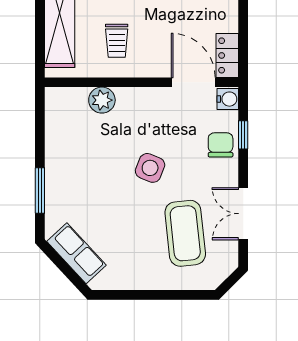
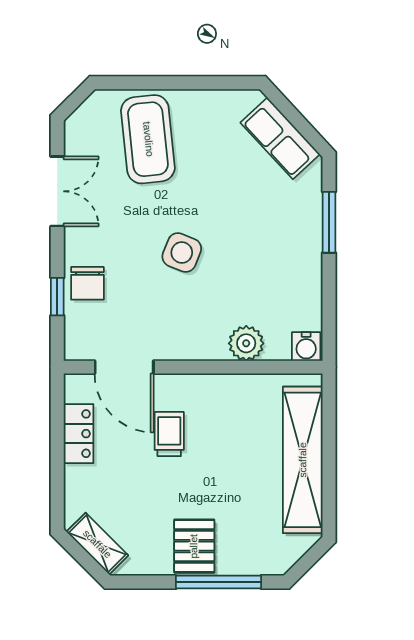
trolley: (117, 41) -> (169, 434), moved
locker: (227, 55) -> (79, 434), moved
water cooler: (228, 99) -> (306, 346), moved, turned -90
coffee table: (185, 233) -> (148, 139), moved

